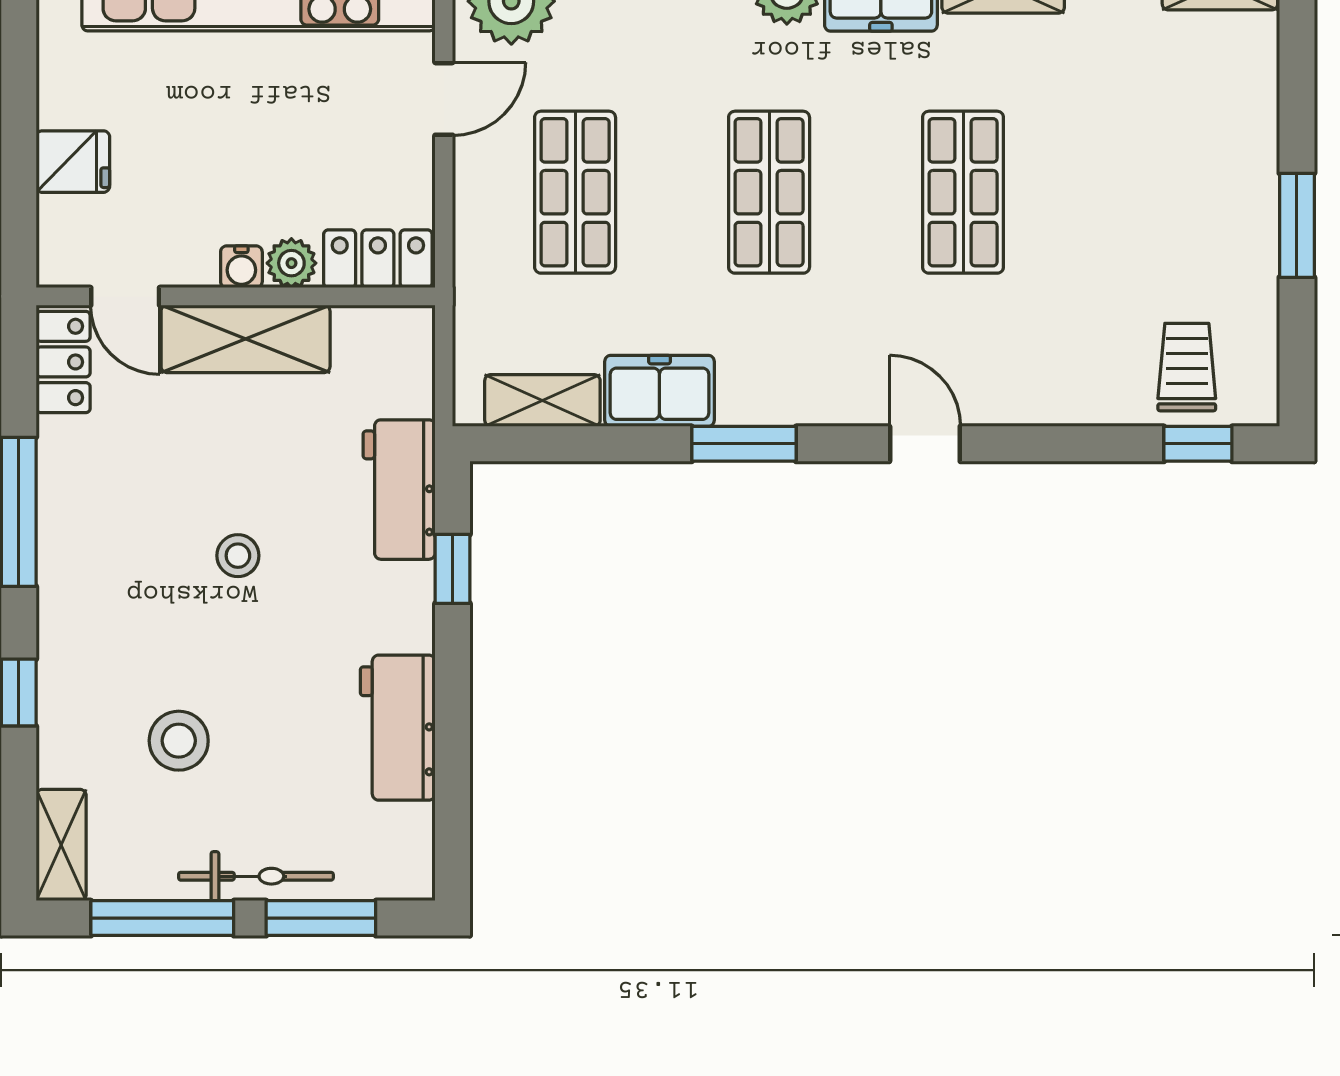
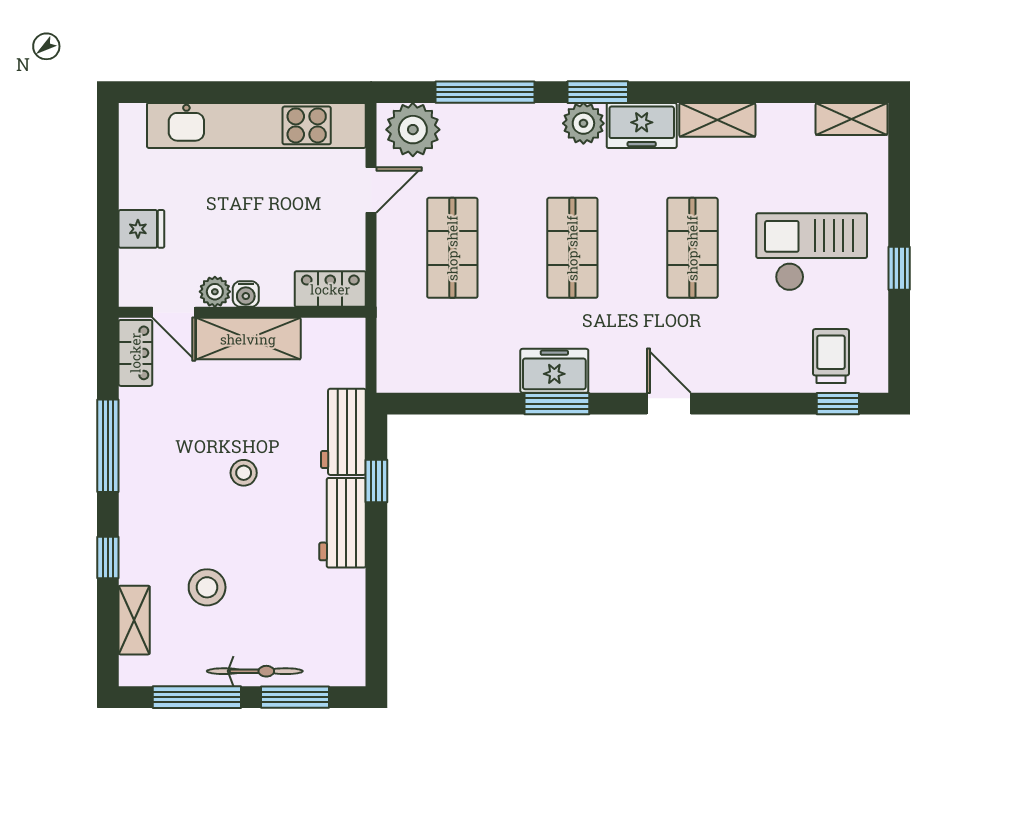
checkout: (1156, 199) -> (812, 252), added
window: (1297, 225) -> (899, 268), width x0.67
plant: (291, 263) -> (215, 292), moved
freezer: (659, 391) -> (554, 371), moved
shelving: (542, 400) -> (432, 377), removed
workbench: (398, 728) -> (343, 523), moved
shelving: (61, 845) -> (134, 620), moved

